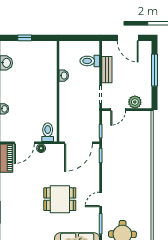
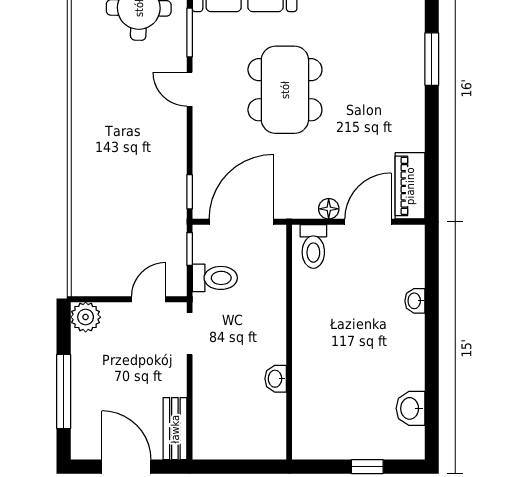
toilet: (90, 61) -> (215, 278), moved
bench: (107, 70) -> (175, 429), moved
plant: (135, 102) -> (86, 317), moved
dining table: (60, 199) -> (285, 90), width x1.37
door: (101, 199) -> (190, 89), swing flipped

